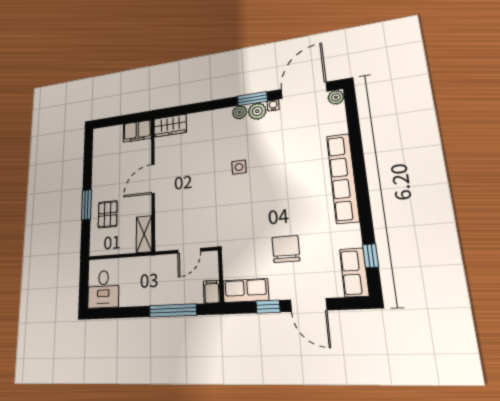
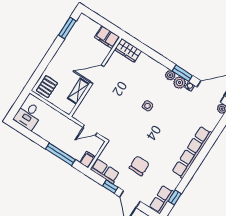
window: (86, 205) -> (67, 28), moved
pallet: (108, 214) -> (47, 87), moved
shelving: (144, 234) -> (78, 91), moved

